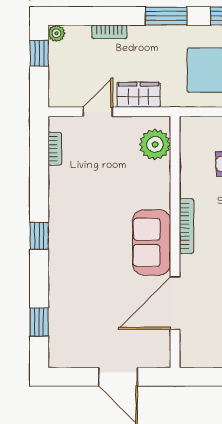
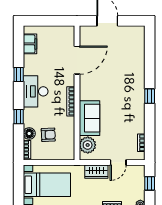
window: (39, 53) -> (150, 183), moved
sofa: (152, 242) -> (89, 118), moved
window: (39, 322) -> (150, 50), removed

